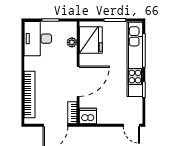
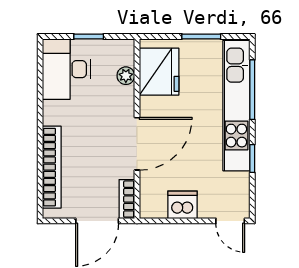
dishwasher: (88, 116) -> (183, 205), moved

